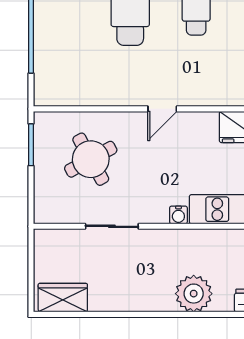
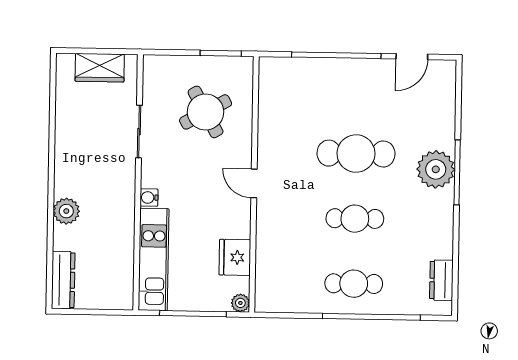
plant: (194, 294) -> (66, 211), width x0.73, depth x0.73
wardrobe: (63, 298) -> (100, 68), moved, turned 90

